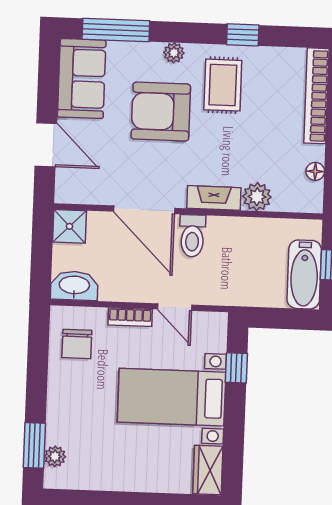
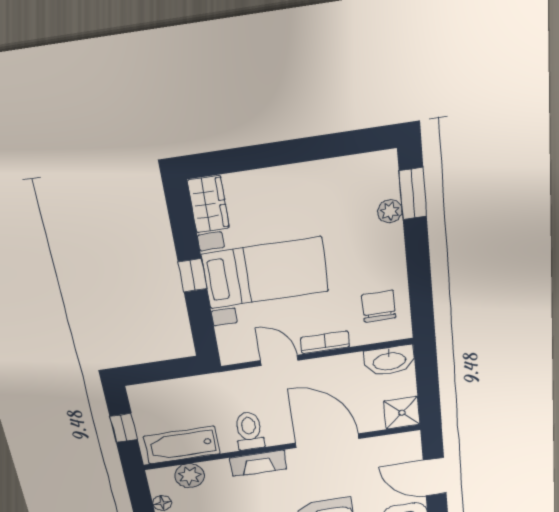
plant: (257, 197) -> (190, 476), moved
toilet: (192, 236) -> (249, 431), moved
bathtub: (304, 274) -> (182, 445), moved, turned -90
window: (236, 368) -> (193, 275), moved
plant: (55, 456) -> (390, 211), moved

